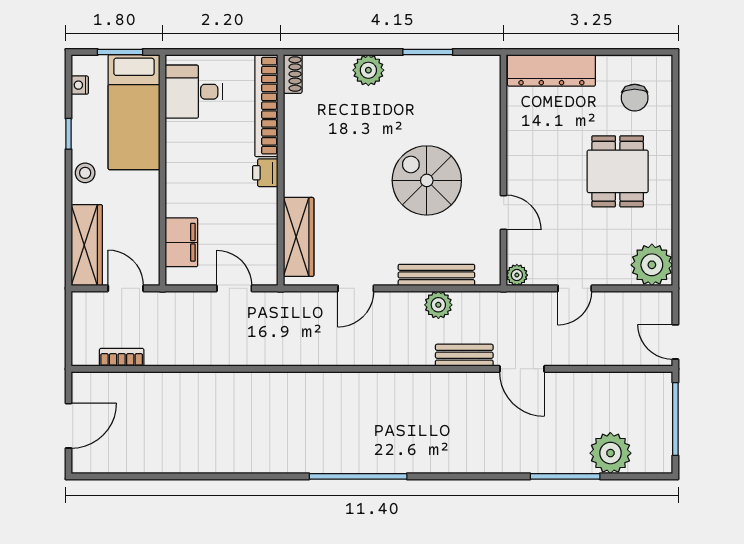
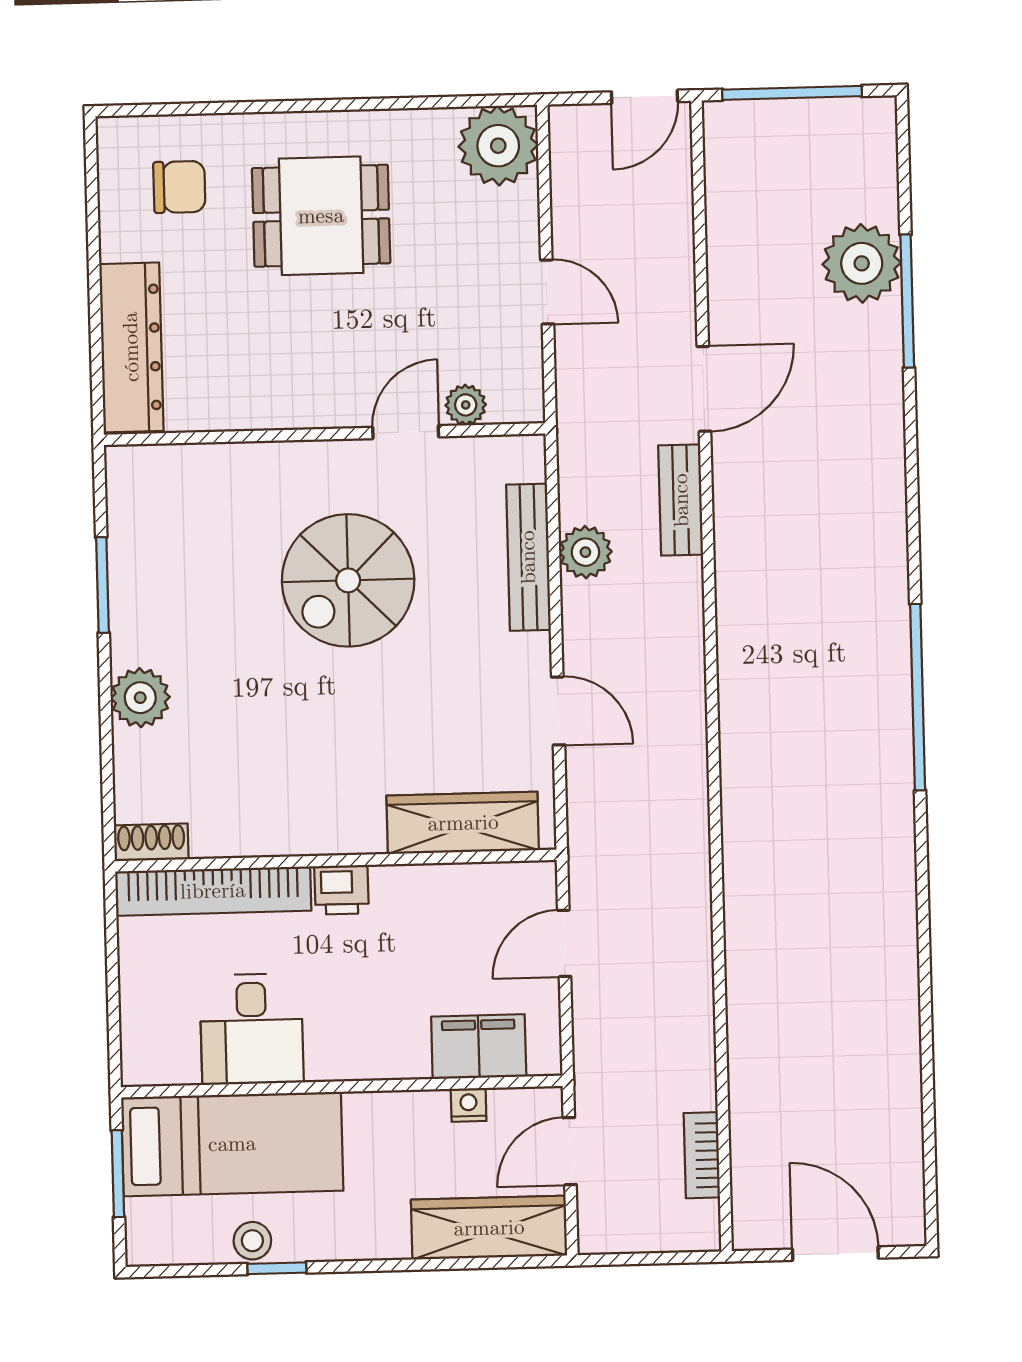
nightstand: (80, 85) -> (469, 1105), moved, turned 180
desk: (194, 92) -> (252, 1029), moved
stool: (85, 173) -> (252, 1241), moved
plant: (517, 275) -> (466, 405), moved
plant: (610, 453) -> (862, 263), moved

